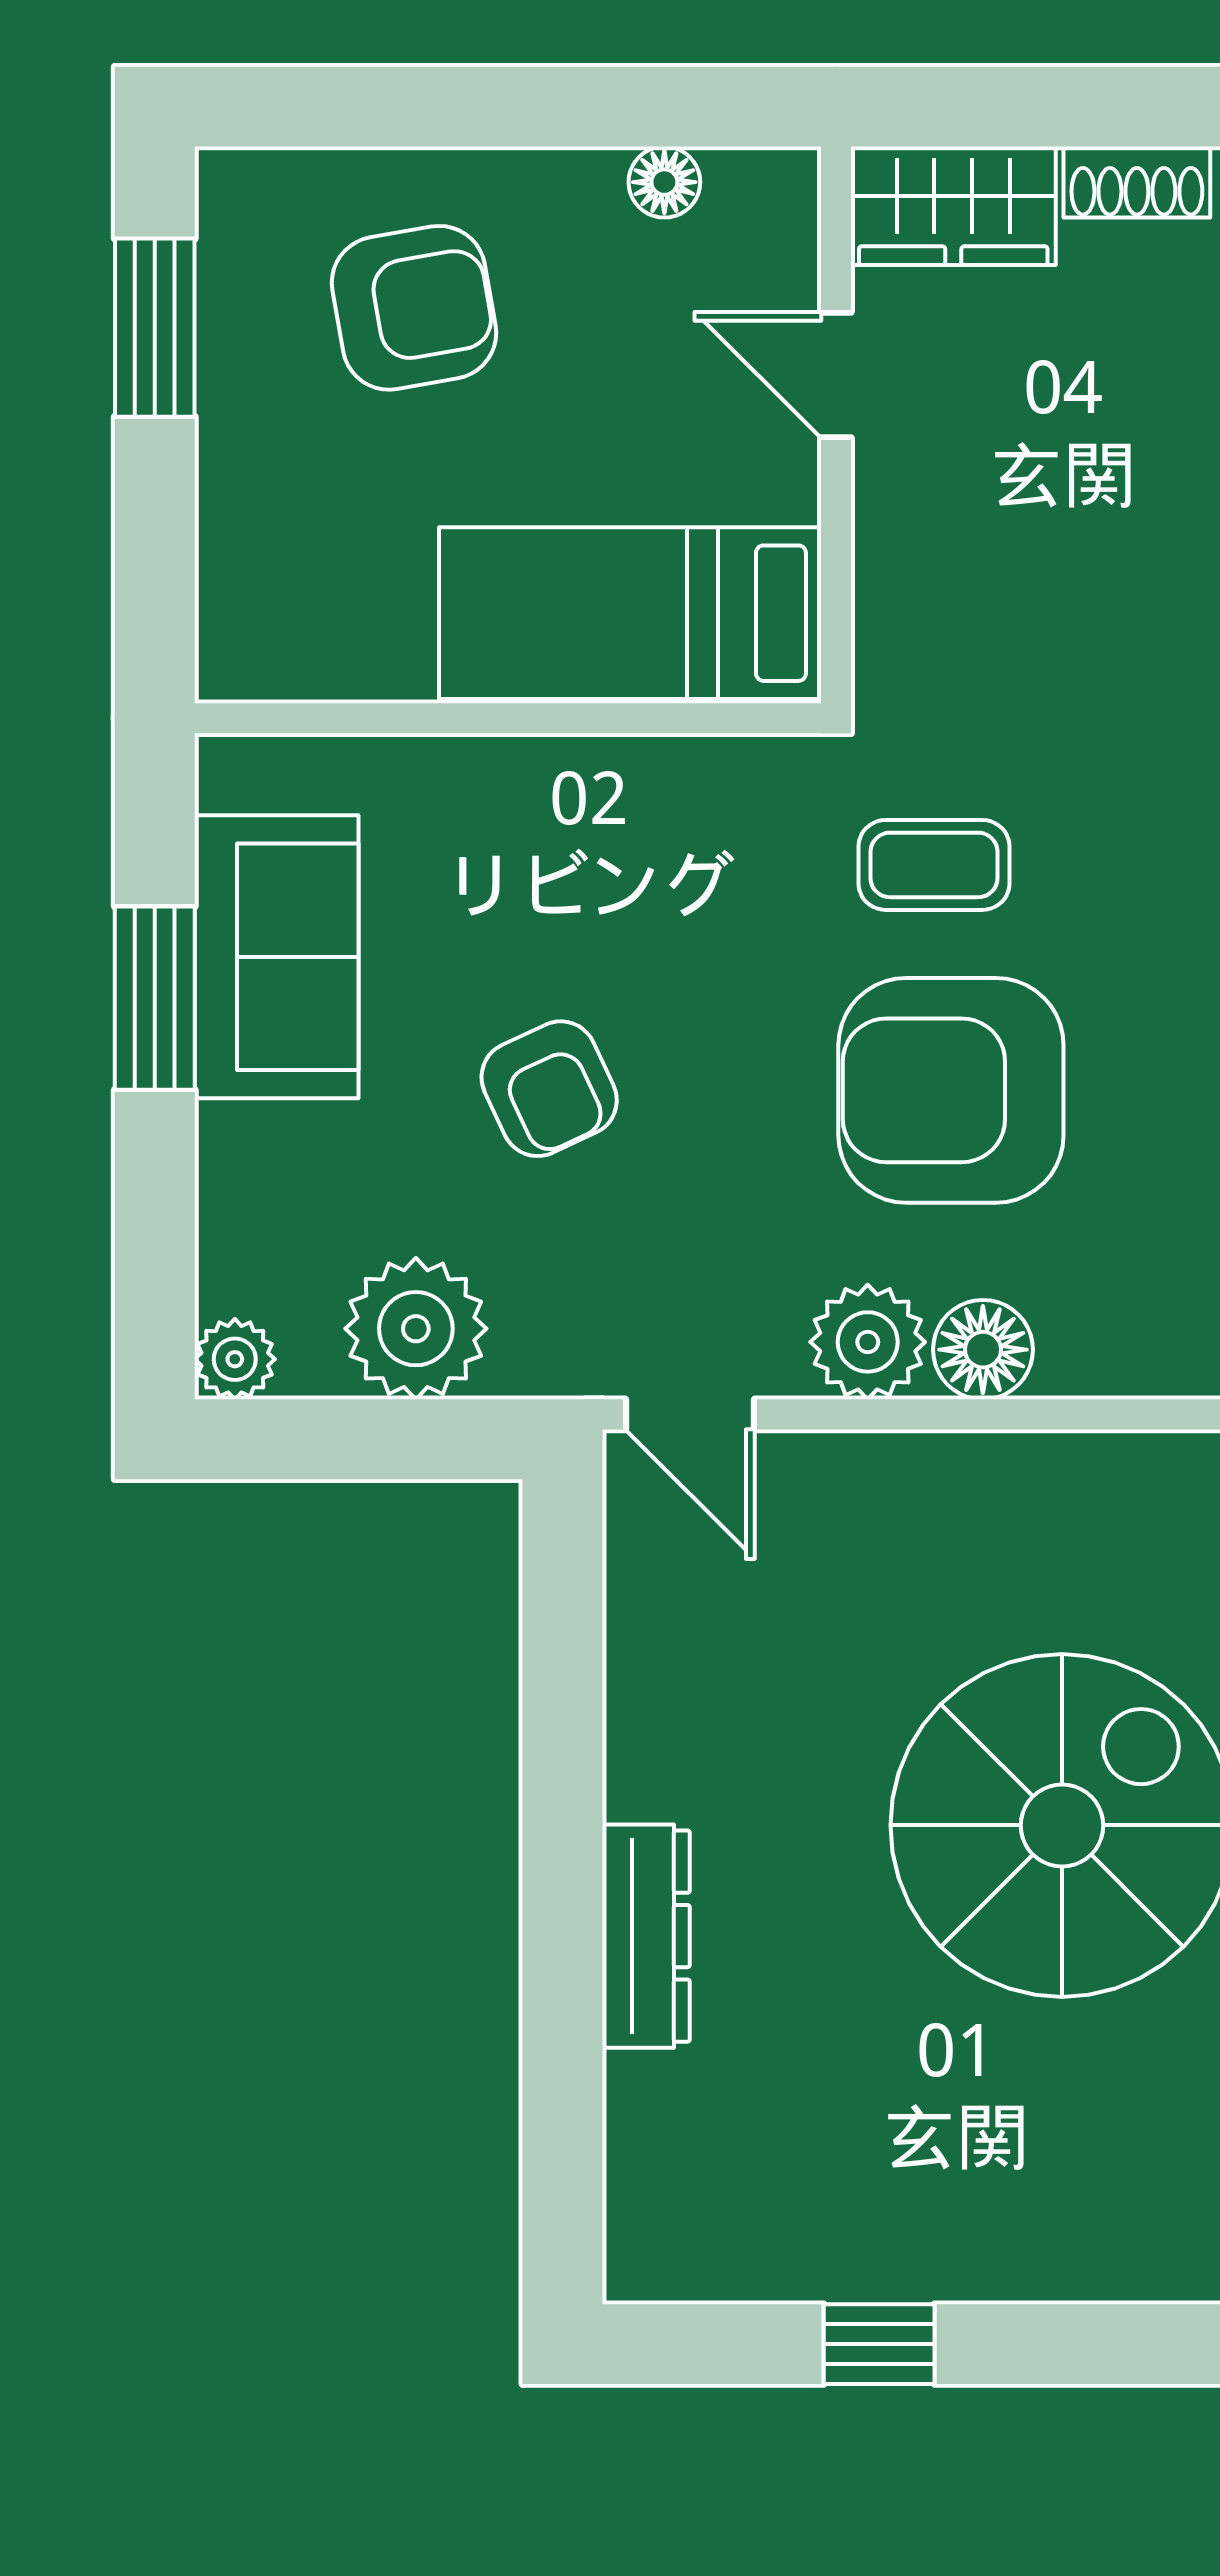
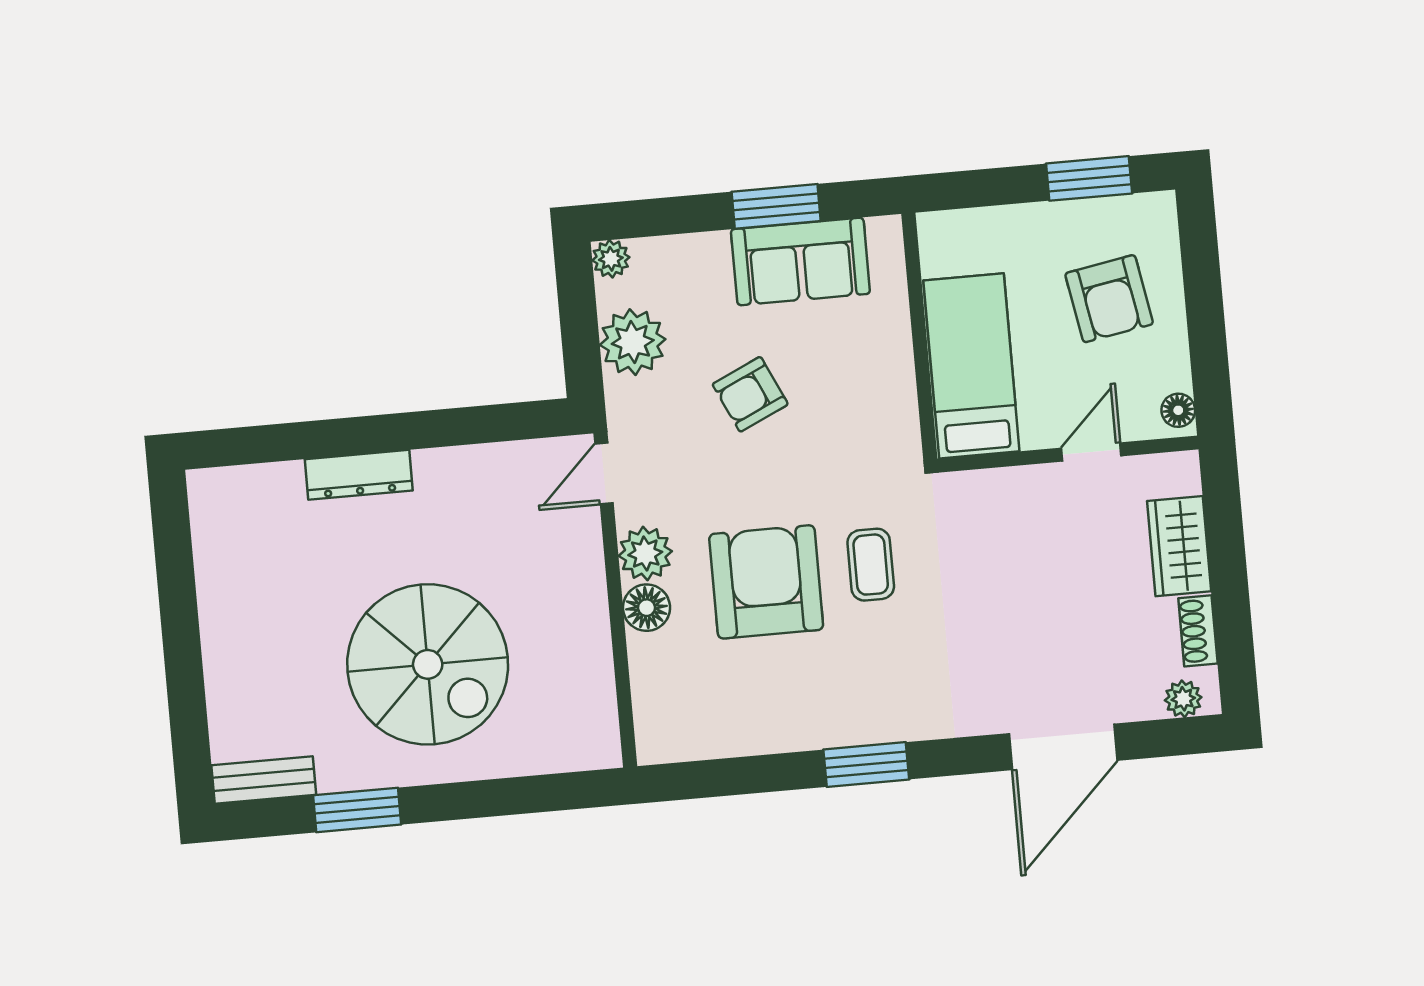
door: (836, 375) -> (1091, 452), moved
wall: (836, 425) -> (1068, 454), moved
bed: (630, 613) -> (971, 366), moved
window: (879, 2344) -> (178, 601), removed

